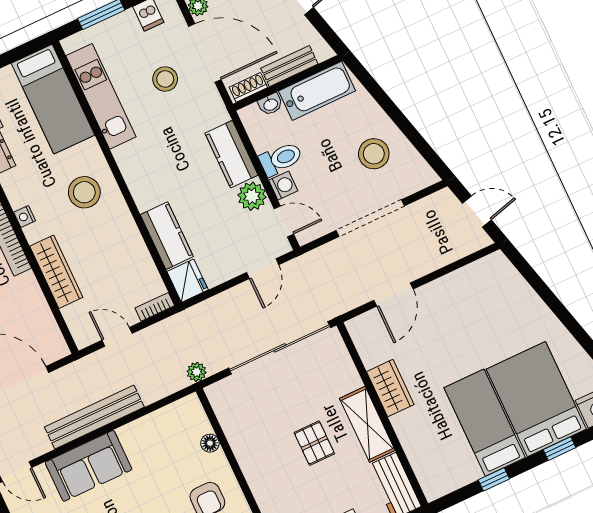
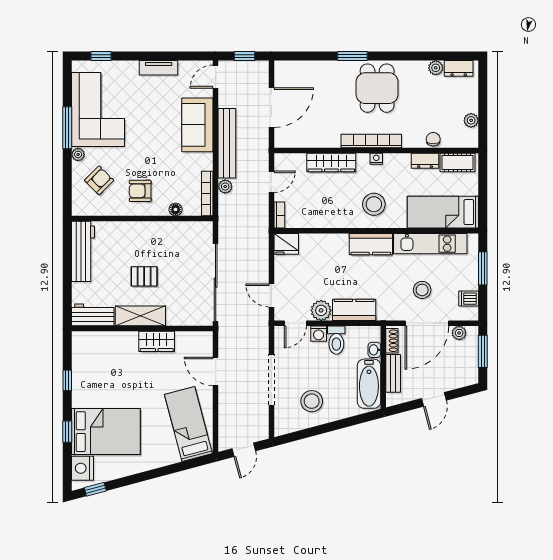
kitchen counter: (167, 236) -> (371, 244), moved
plant: (197, 372) -> (225, 187), moved
bookcase: (171, 412) -> (207, 194), added
bed: (485, 423) -> (188, 424), moved, turned -105

